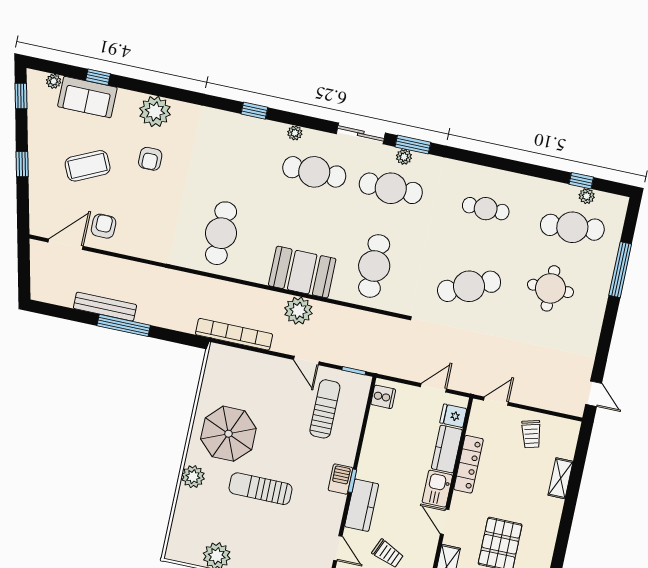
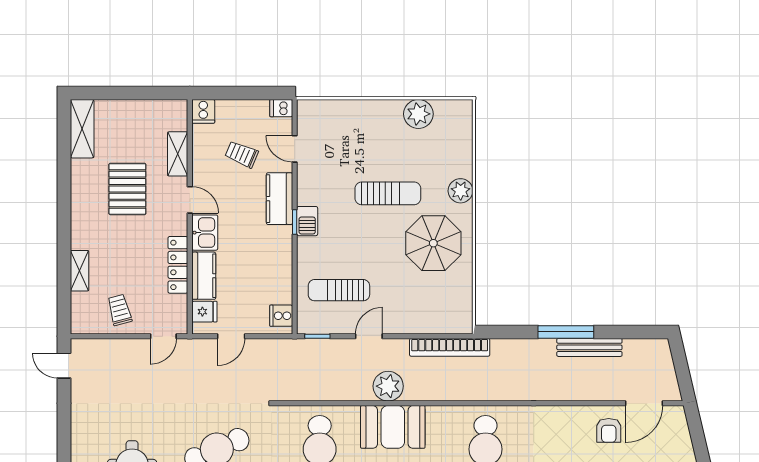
door: (306, 361) -> (369, 336), hinge flipped
sun lounger: (325, 409) -> (339, 290), turned 90

